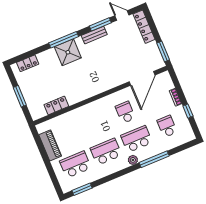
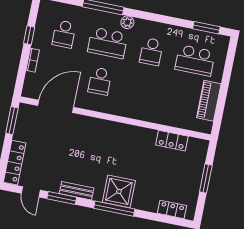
school desk: (106, 152) -> (151, 52), width x0.54

